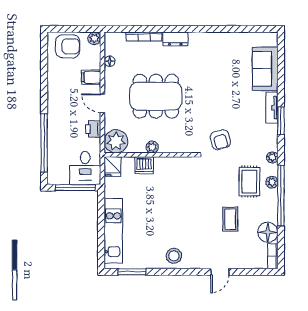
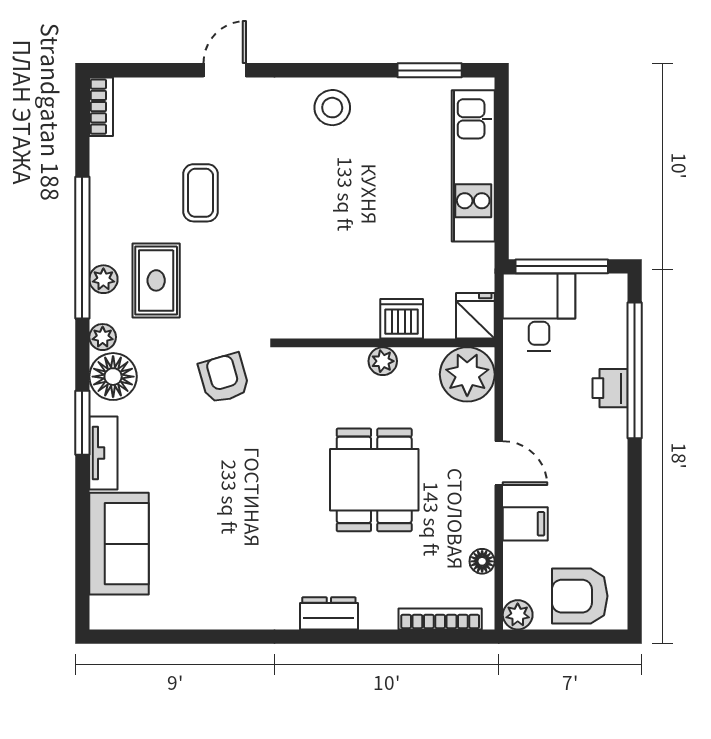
bookcase: (144, 36) -> (440, 619), moved
dining table: (156, 96) -> (374, 480), width x0.73
printer: (93, 129) -> (610, 388), moved, turned 180
floor lamp: (268, 232) -> (113, 377), moved

